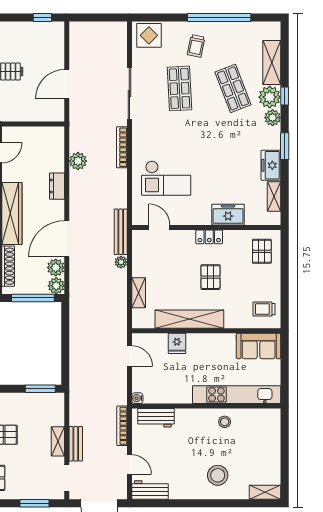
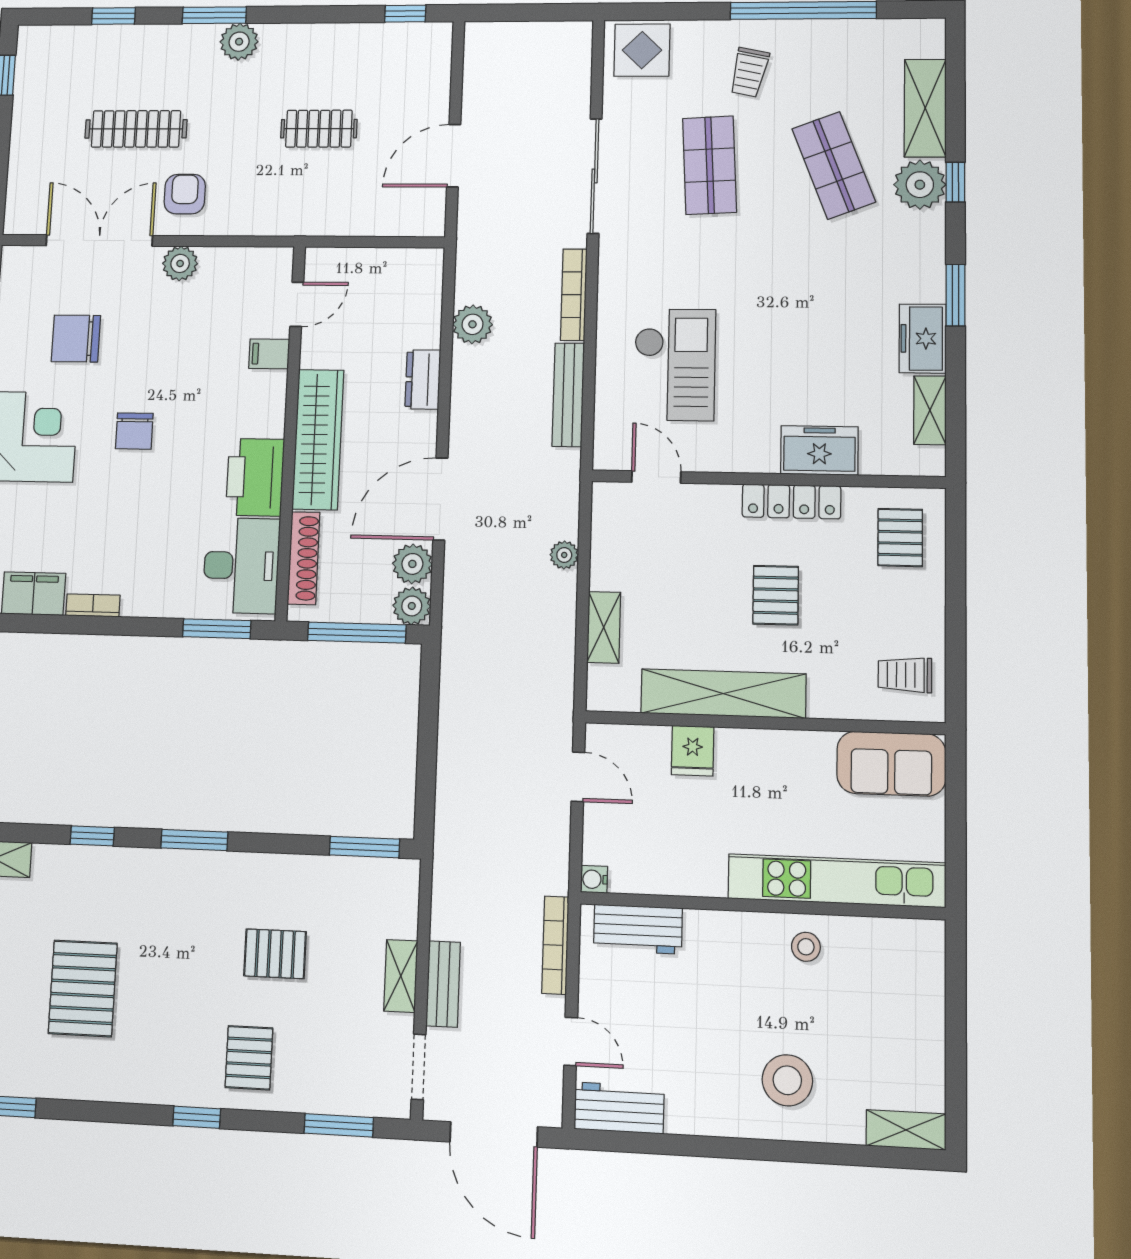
plant: (273, 118) -> (927, 231), removed
checkout: (166, 178) -> (675, 365), turned -90
bench: (121, 232) -> (568, 395), moved
locker: (209, 237) -> (791, 501), width x1.53

